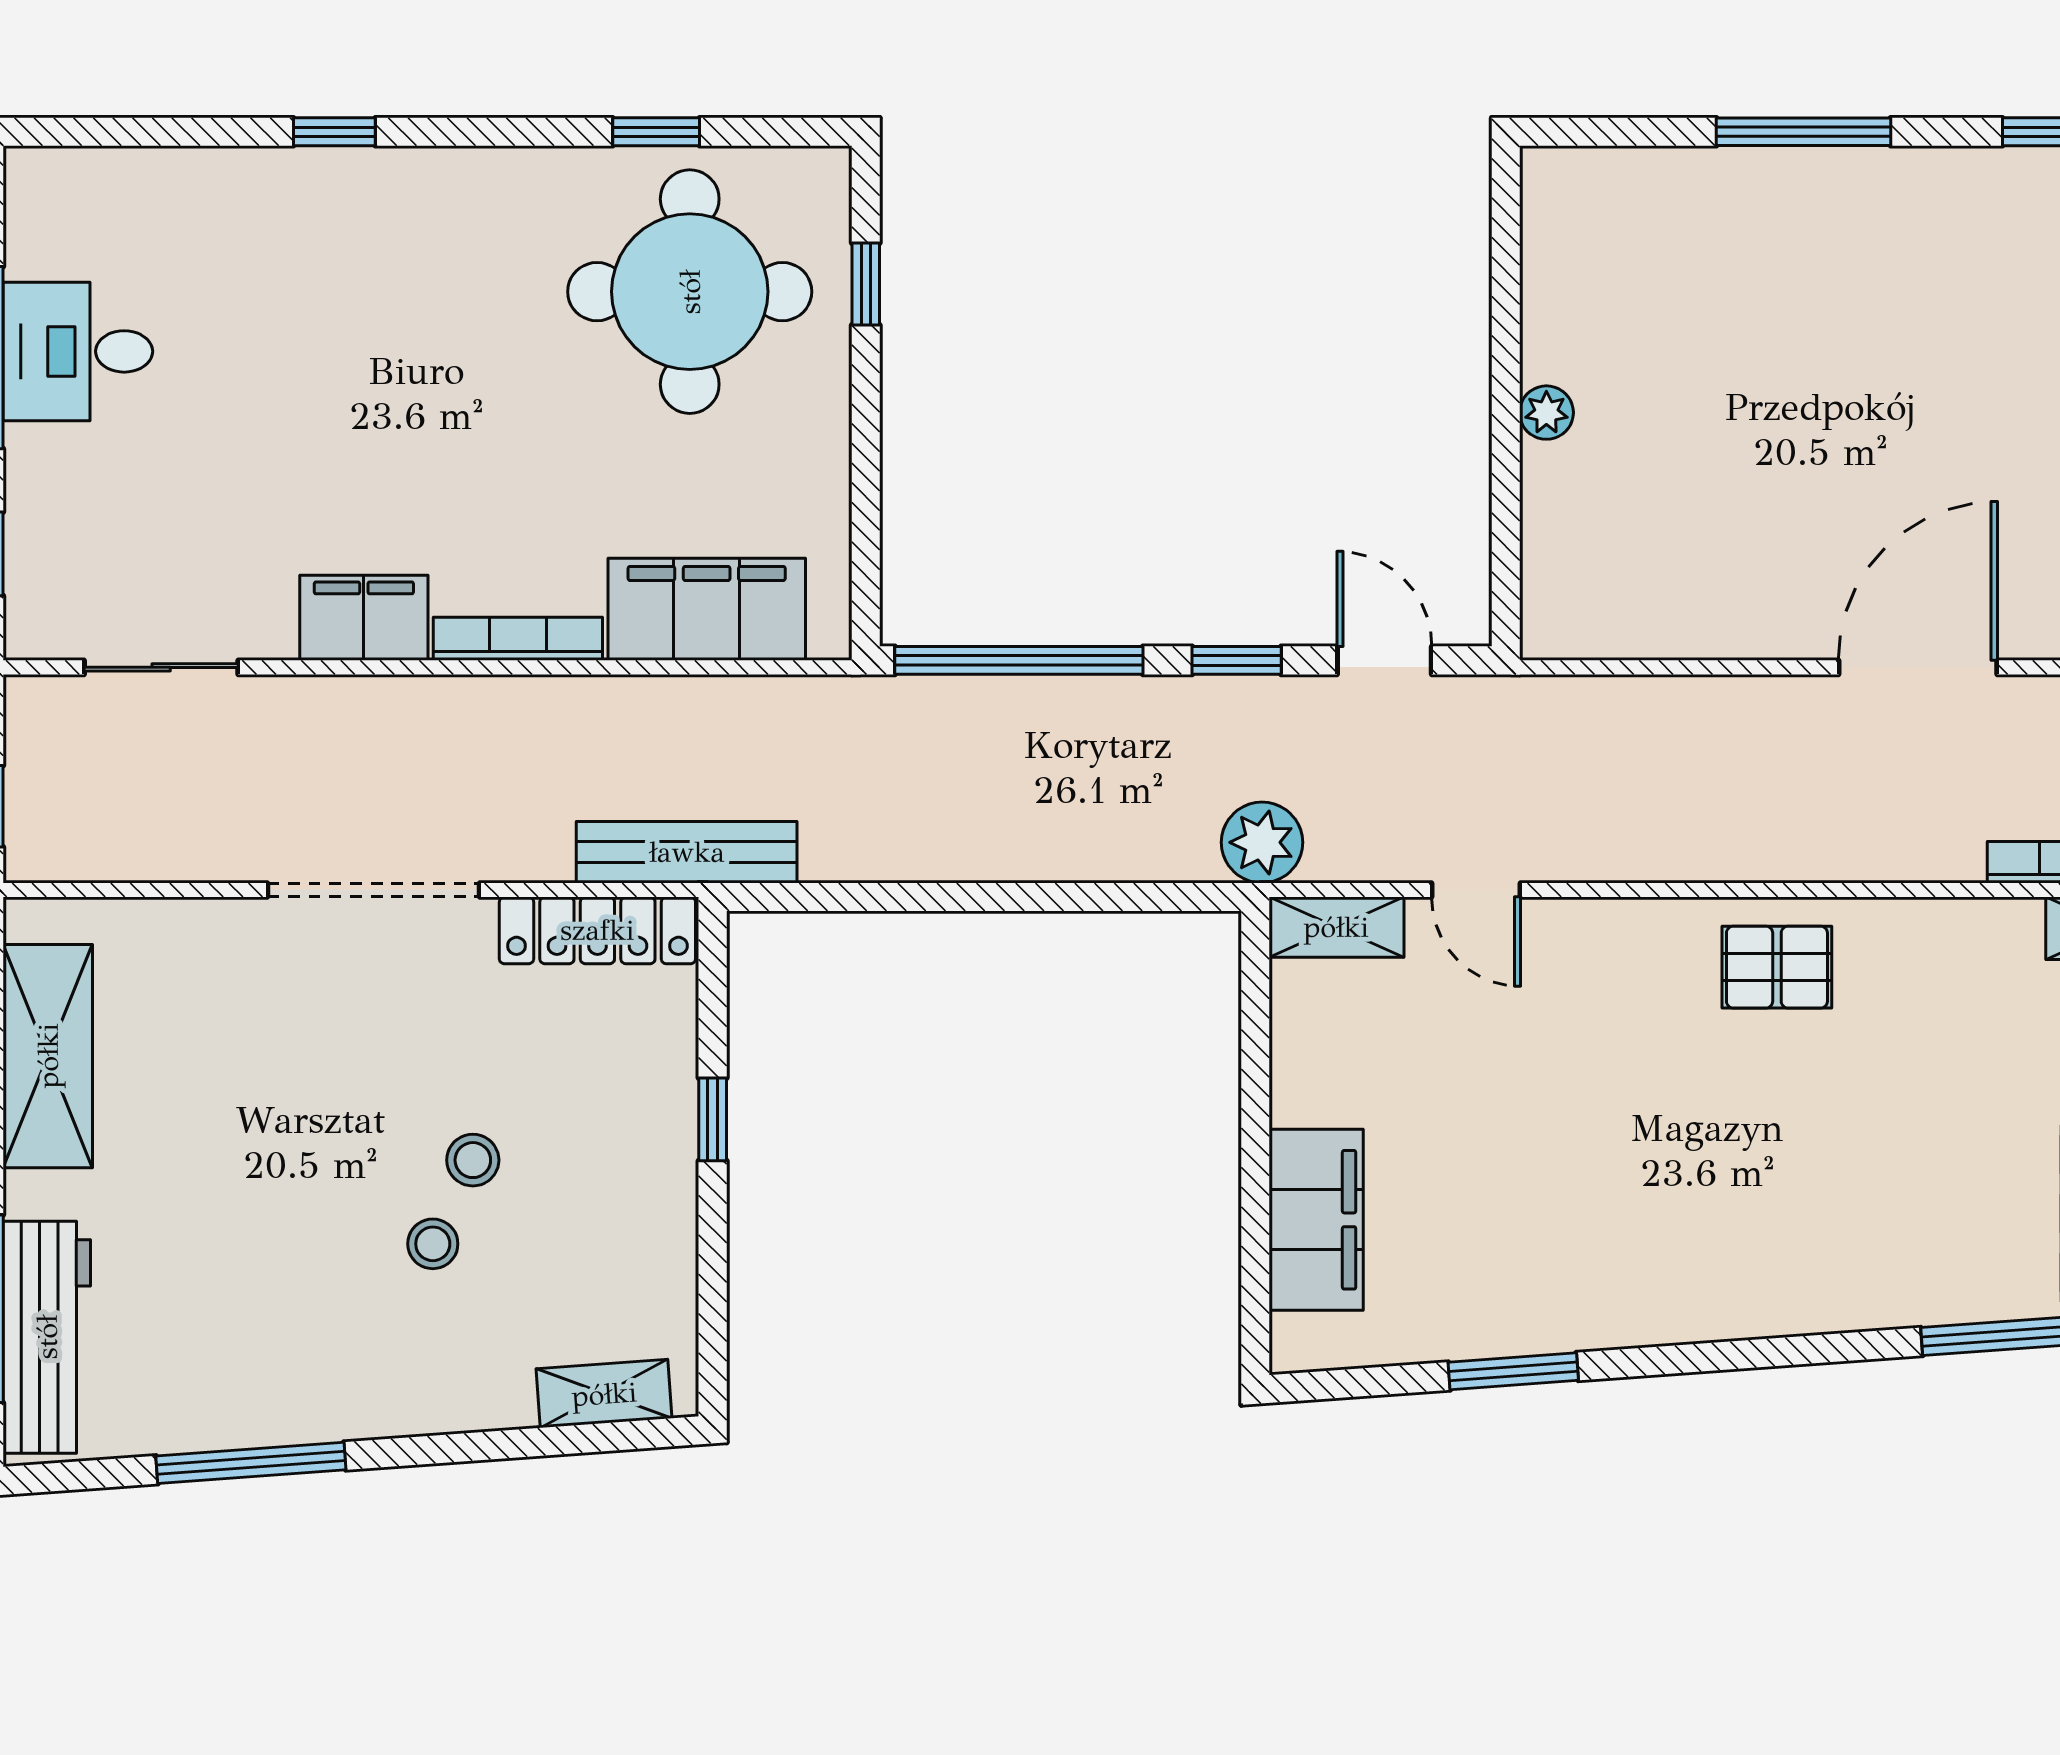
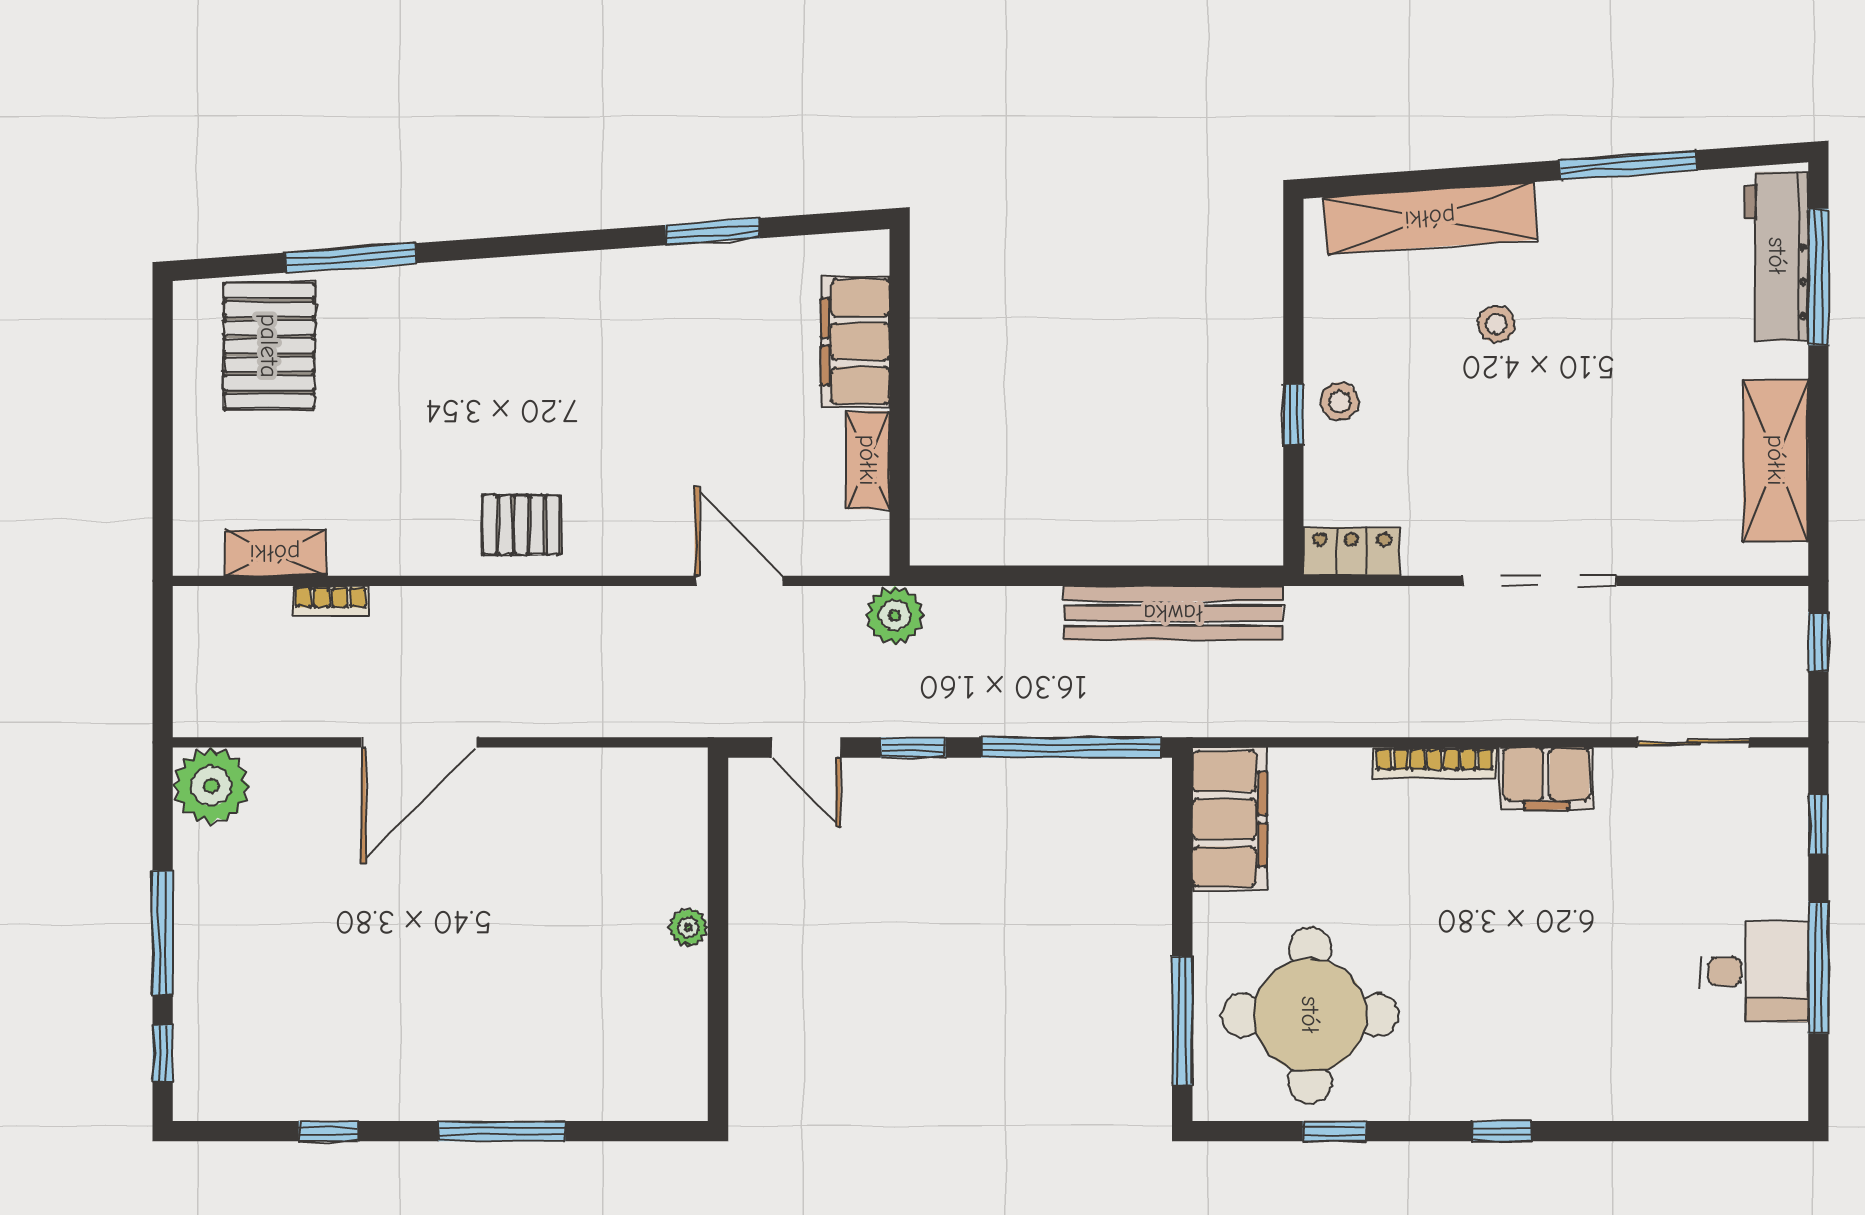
window: (334, 132) -> (1502, 1131), moved
window: (866, 284) -> (1182, 1021), width x2.17
filing cabinet: (707, 609) -> (1230, 819), moved, turned -90
bench: (687, 852) -> (1173, 613), moved, width x1.37, depth x1.21
door: (1476, 890) -> (739, 581), width x1.38
shelving: (1336, 927) -> (868, 460), moved, turned 90
locker: (597, 930) -> (1352, 552), width x0.66
stool: (473, 1160) -> (1339, 401), moved
shelving: (604, 1394) -> (1430, 218), width x2.20, depth x1.33

